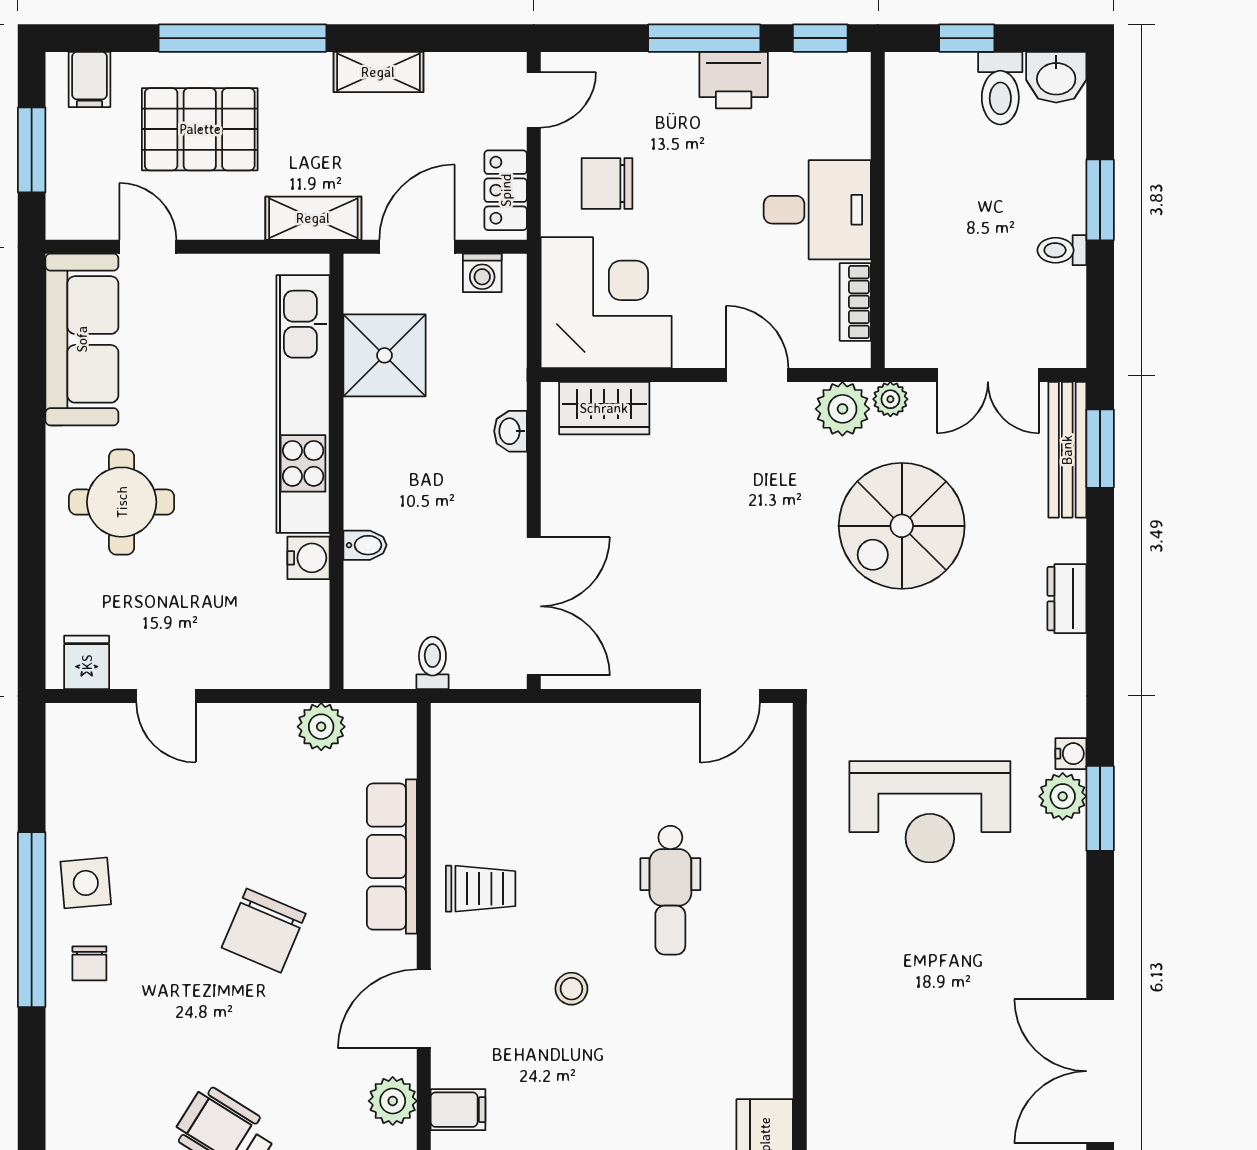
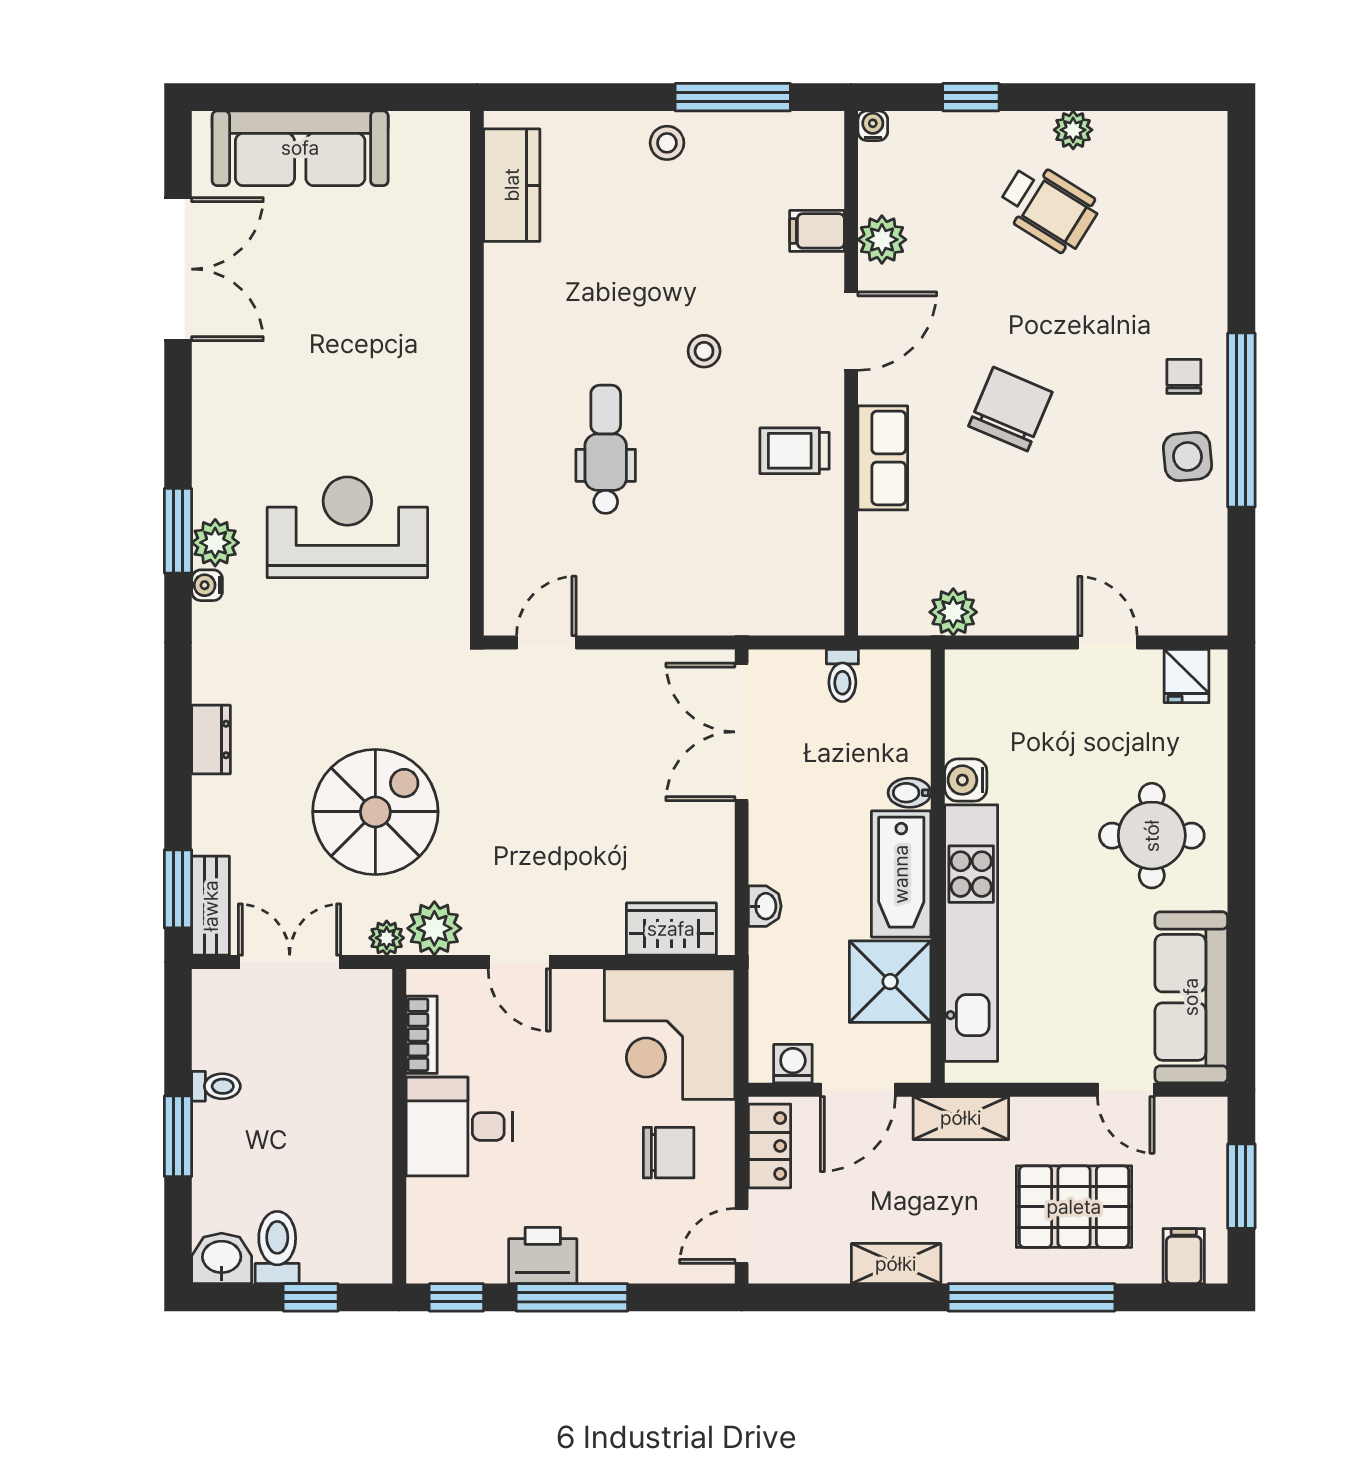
bench: (1067, 450) -> (211, 906), width x0.73
bathtub: (373, 463) -> (901, 874), added
row of seats: (392, 857) -> (883, 458), width x0.68

